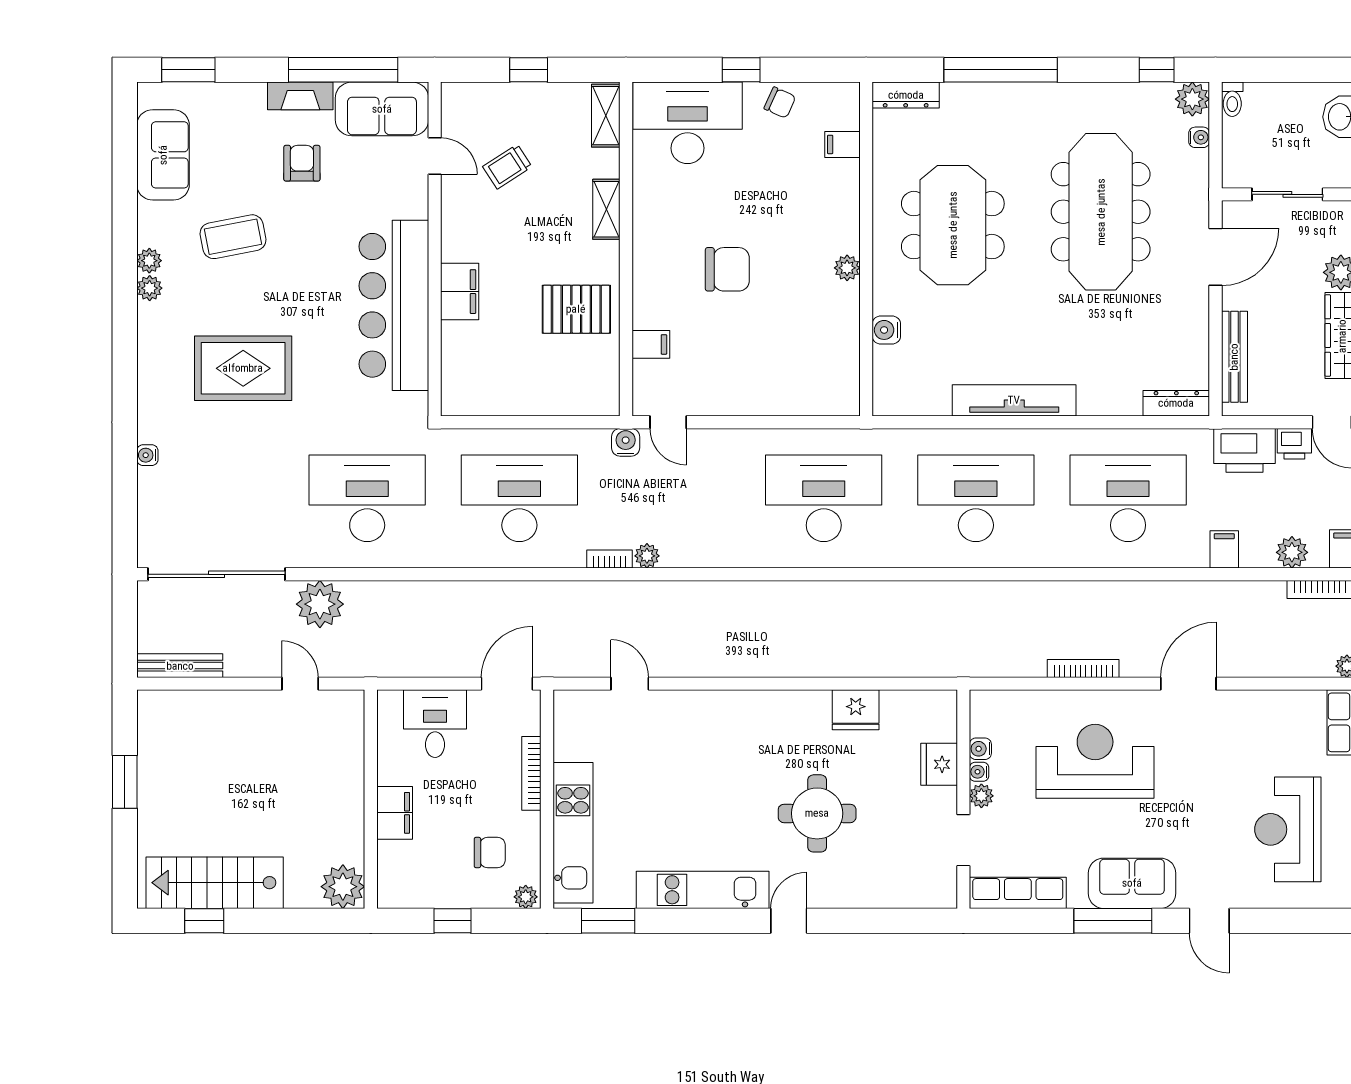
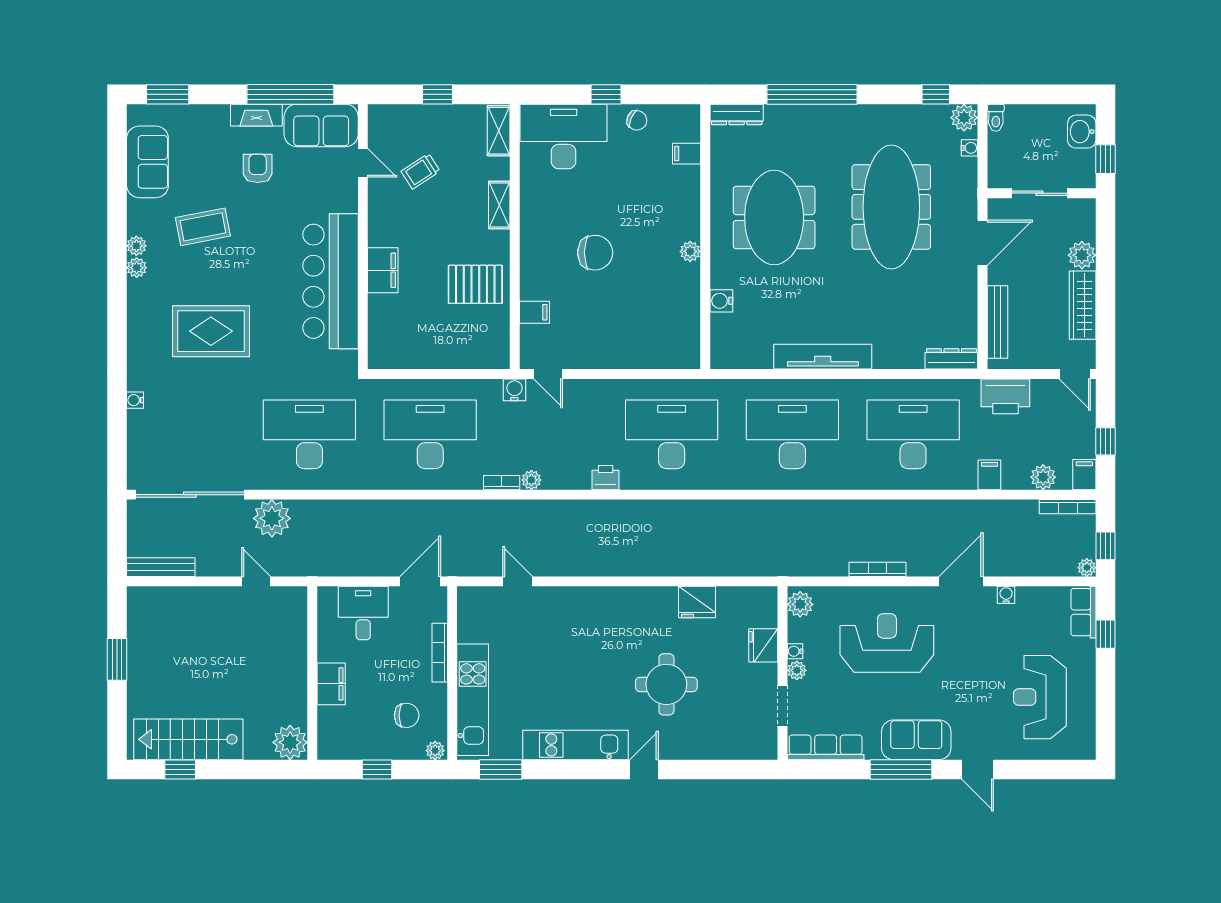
printer: (1294, 444) -> (606, 478), moved, turned 180
plant: (986, 712) -> (800, 604), added
water cooler: (980, 749) -> (1006, 595), moved, turned 90

